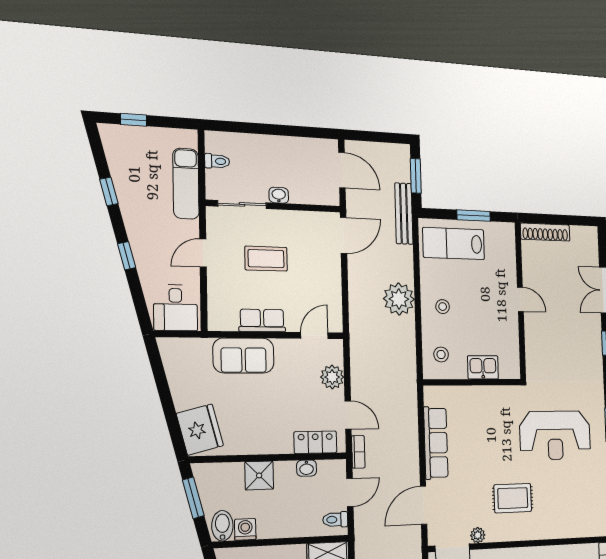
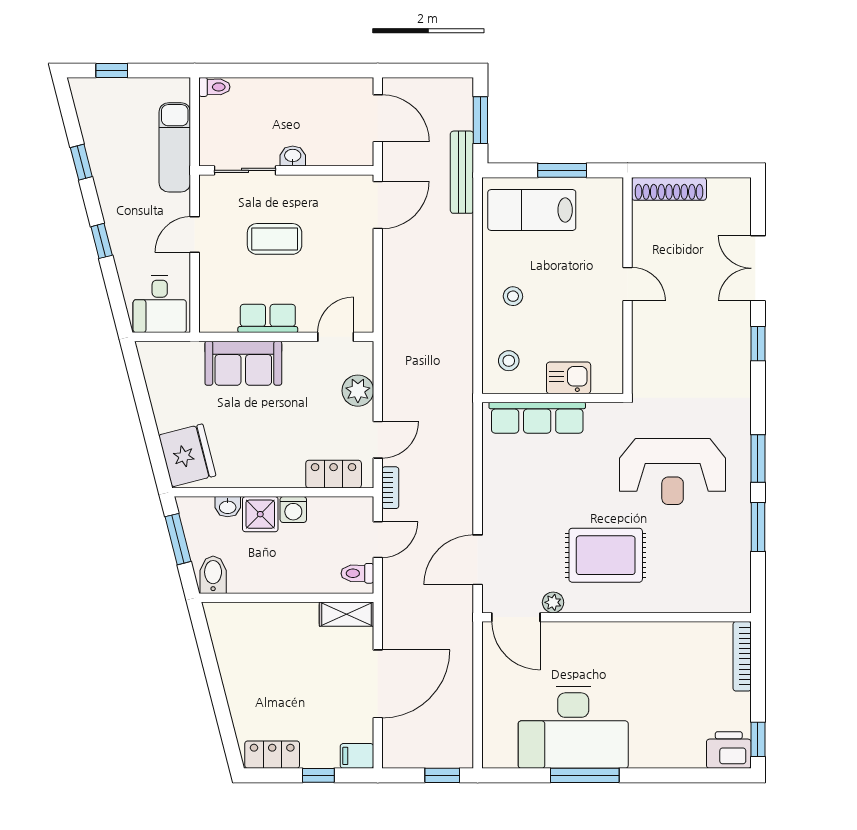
toilet: (217, 161) -> (214, 87), moved
plant: (399, 299) -> (452, 287), removed
door: (348, 415) -> (378, 440), hinge flipped
row of seats: (436, 443) -> (537, 418), moved, turned 90
washbasin: (307, 468) -> (228, 507), moved
rug: (513, 498) -> (606, 555), width x1.36, depth x1.43
washing machine: (245, 529) -> (293, 510), moved, turned 180

